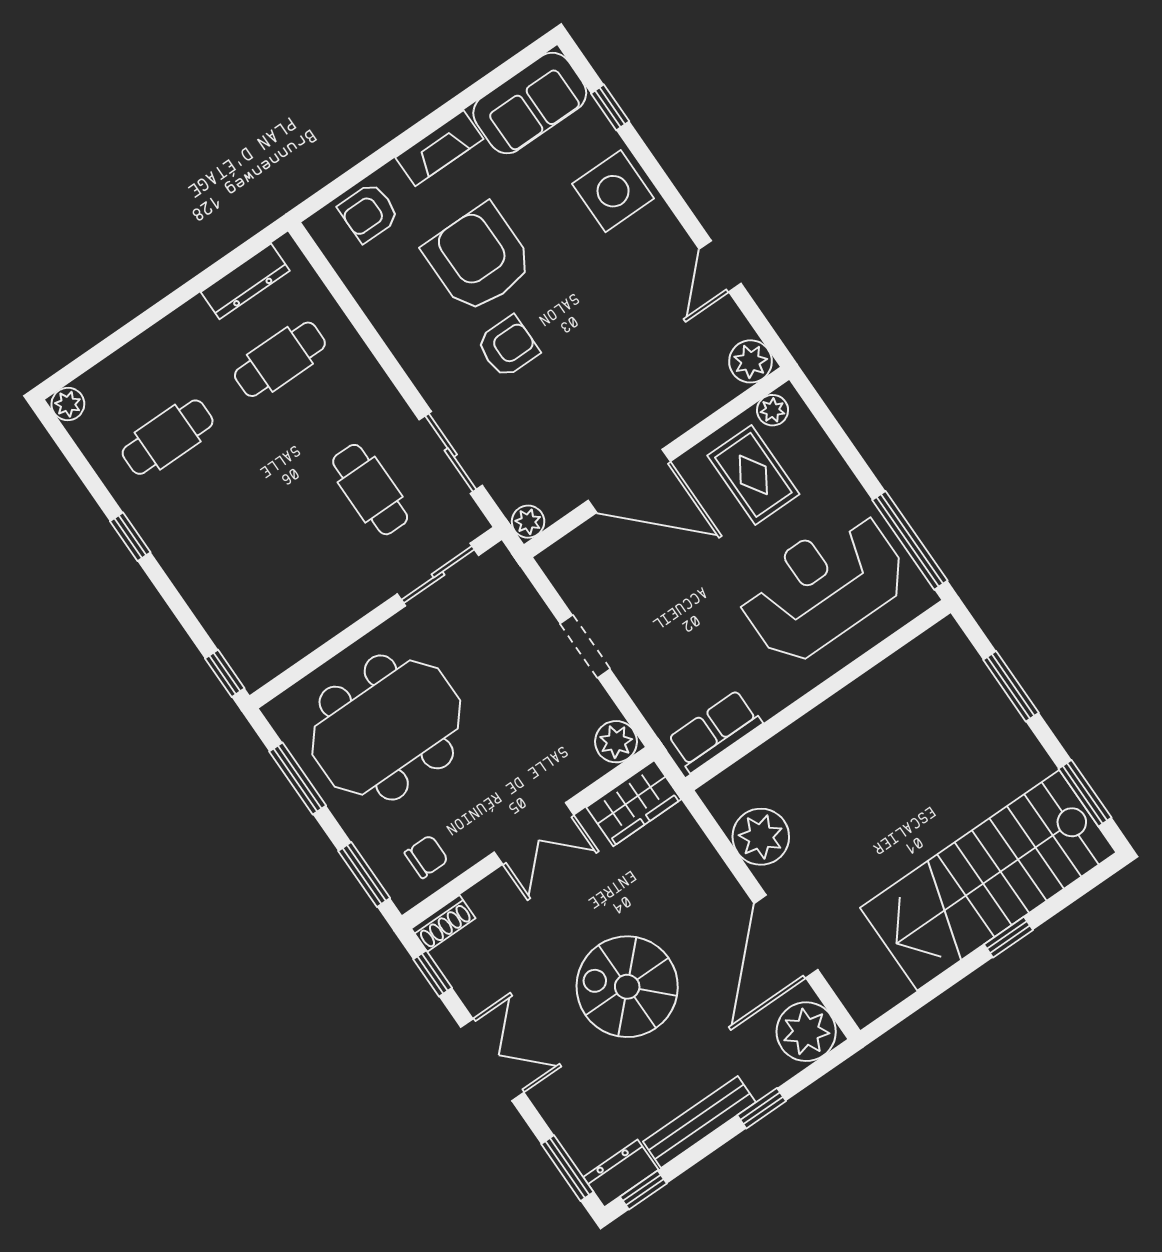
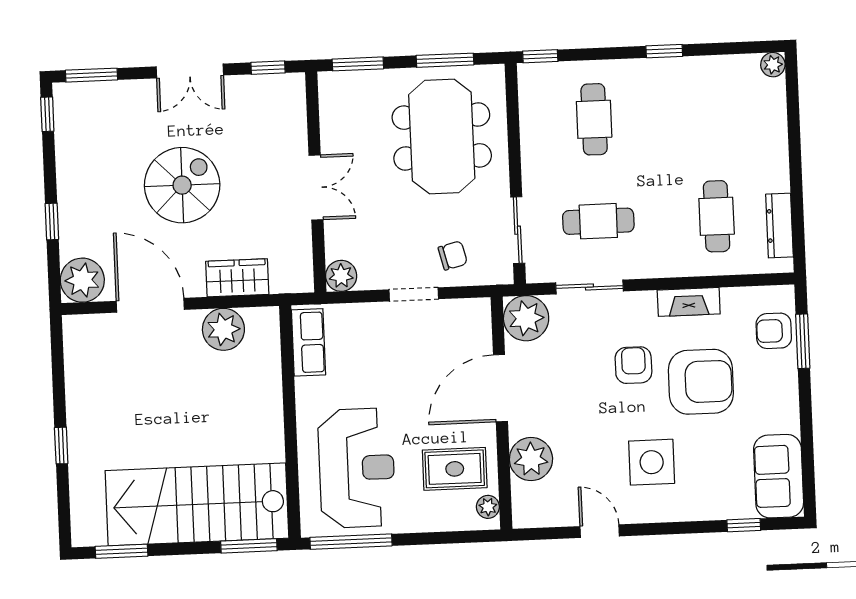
fireplace: (439, 148) -> (689, 302), moved, turned -90
window: (360, 172) -> (803, 341), added
side table: (613, 191) -> (652, 462), moved
armchair: (369, 212) -> (774, 331), turned -90
armchair: (508, 347) -> (633, 365), turned 180
plant: (750, 361) -> (531, 459), moved, width x1.36, depth x1.36
cafe table: (168, 437) -> (594, 119), moved
plant: (528, 522) -> (526, 318), width x1.87, depth x1.87
window: (1011, 686) -> (249, 546), moved
wardrobe: (634, 803) -> (237, 278), moved, turned 90
double door: (534, 833) -> (316, 187), swing flipped
chair: (426, 857) -> (453, 255), moved, turned -104
stairs: (988, 880) -> (197, 504), moved, turned -90
shoe rack: (443, 923) -> (295, 94), removed
bench: (699, 1122) -> (68, 177), removed
dresser: (621, 1173) -> (67, 107), removed

